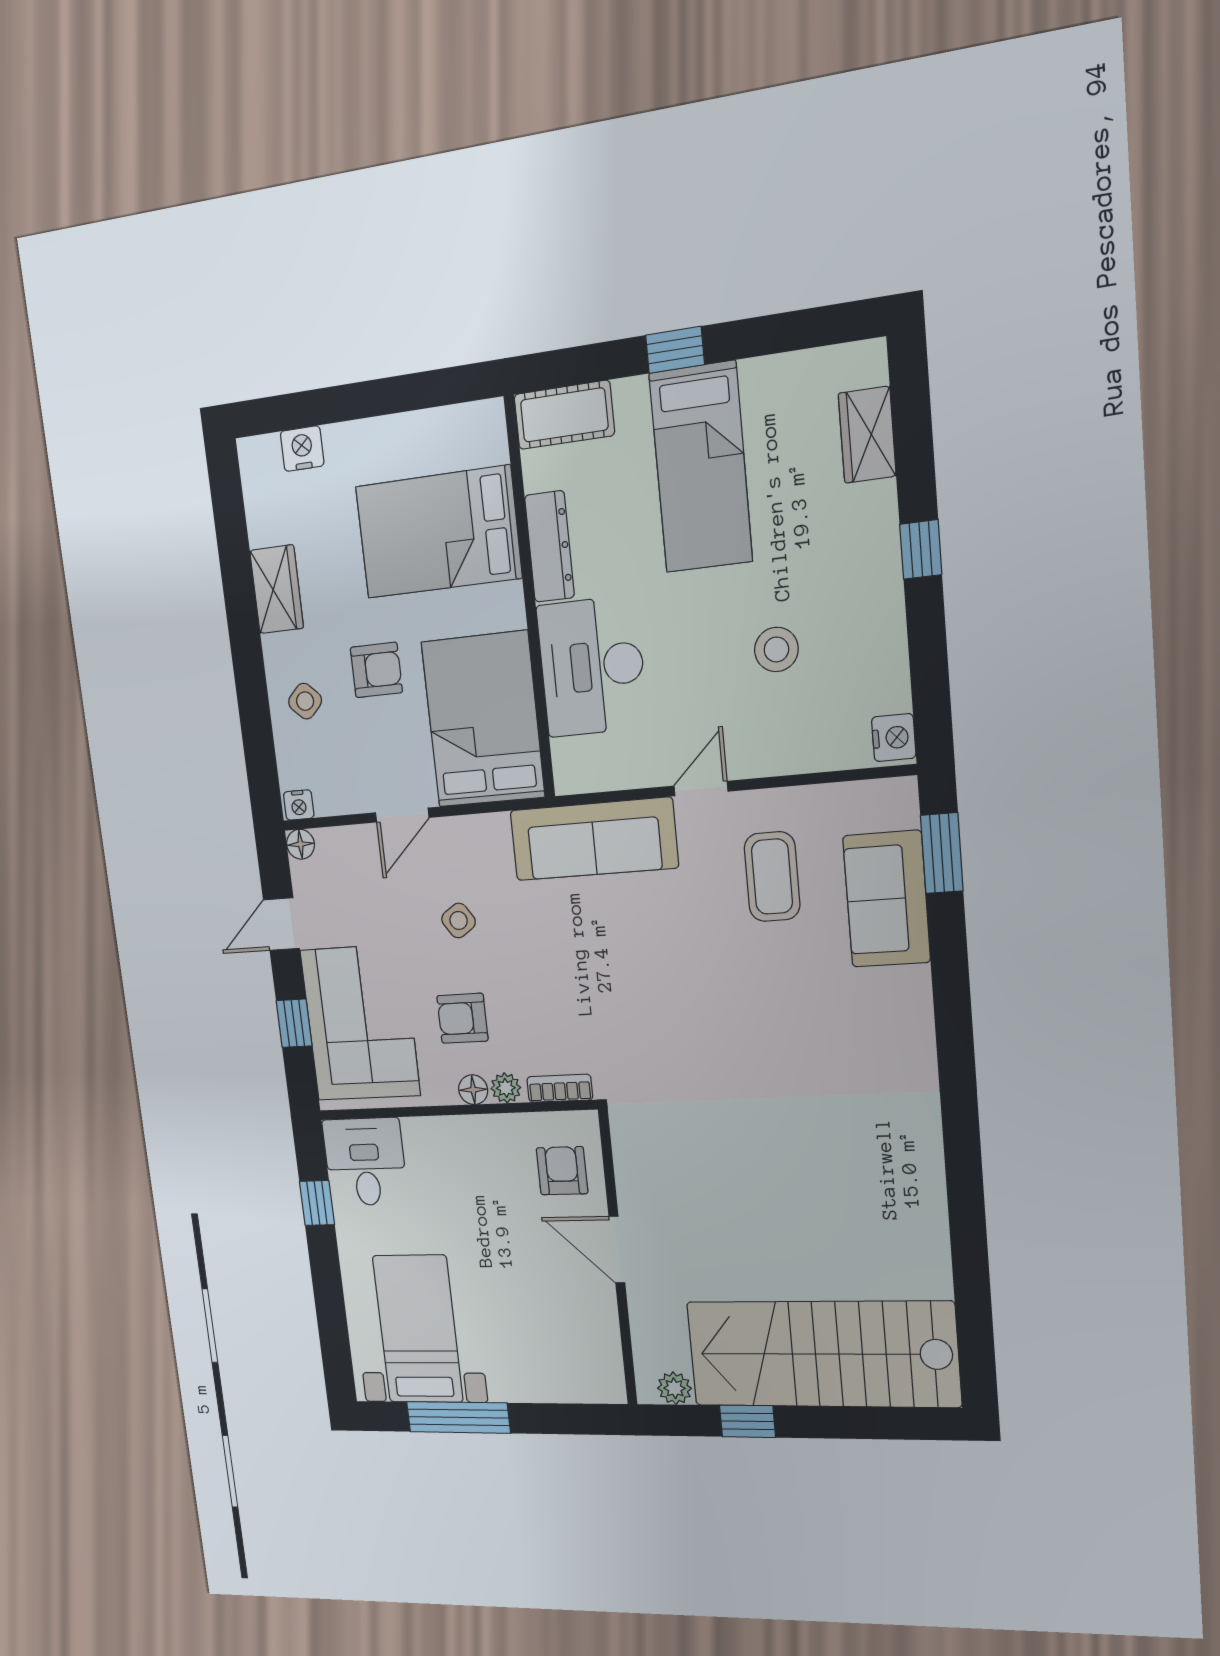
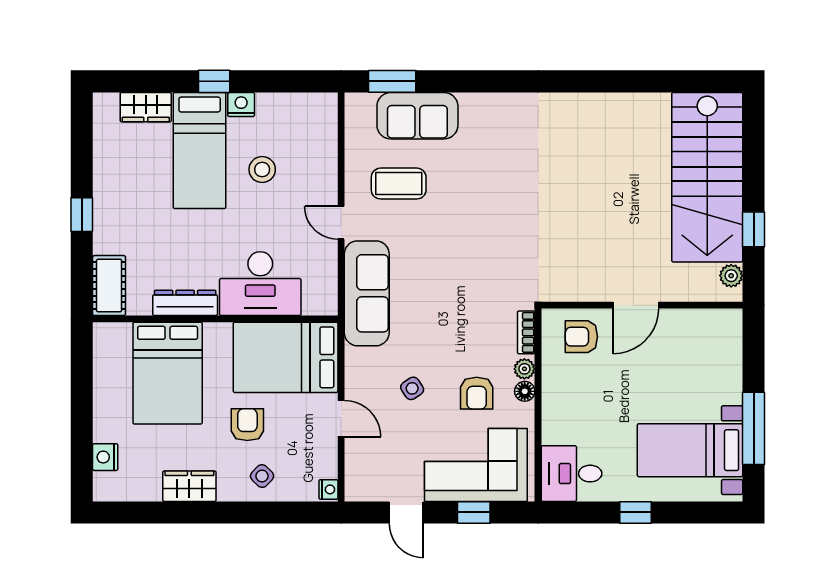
bed: (701, 467) -> (200, 150), moved, turned 90
nightstand: (894, 738) -> (241, 105), moved
floor lamp: (300, 844) -> (354, 492), removed
window: (317, 1203) -> (636, 512), moved

